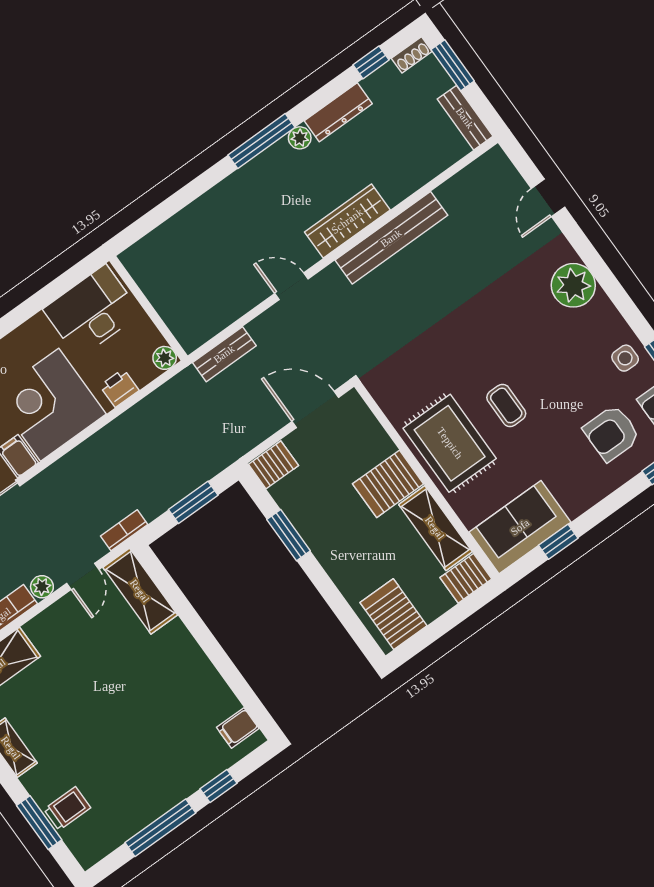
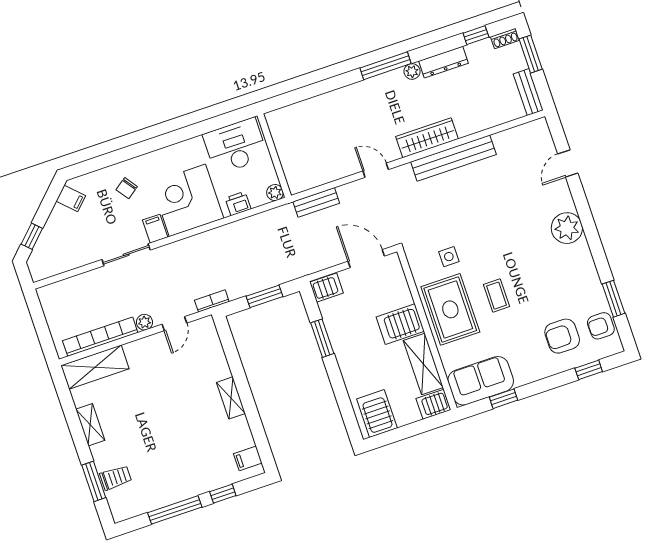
side table: (625, 358) -> (449, 257), moved
shelving: (140, 591) -> (231, 398), moved, width x0.67, depth x0.75

